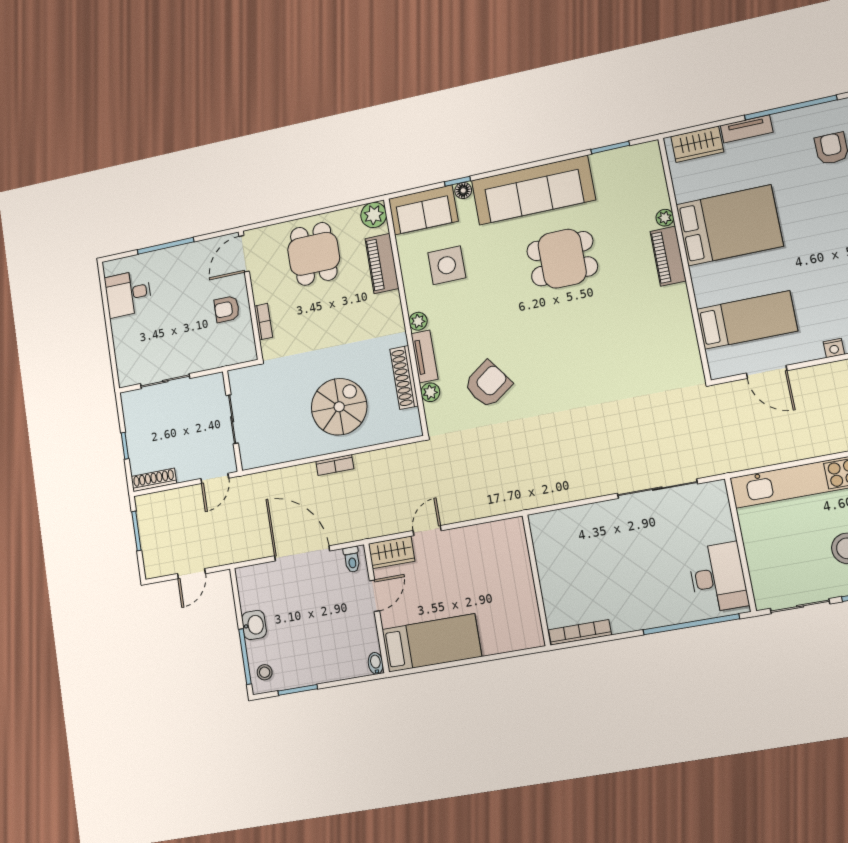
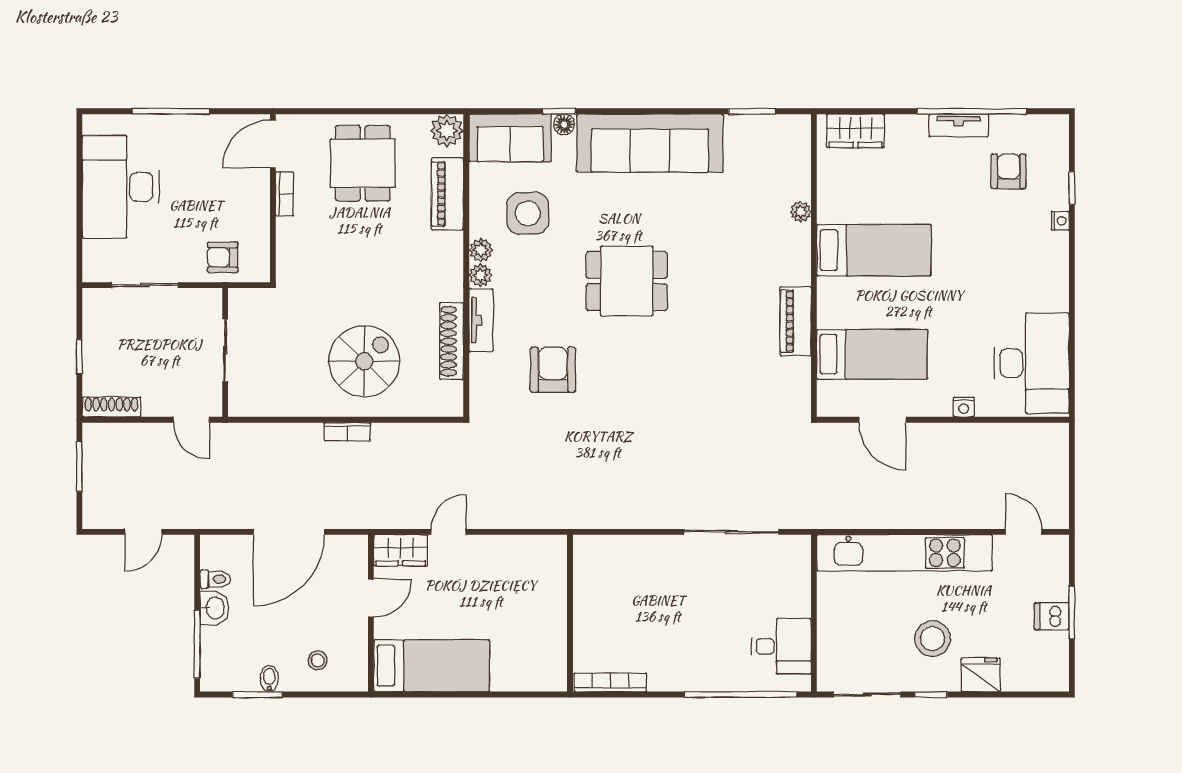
tv unit: (747, 129) -> (959, 125), moved
bed: (729, 225) -> (874, 250), width x0.67
piano: (668, 256) -> (796, 321), moved
dining table: (562, 259) -> (627, 281), moved
desk: (128, 294) -> (121, 187), width x1.87, depth x1.30
armchair: (227, 309) -> (223, 257), moved
bookcase: (263, 322) -> (284, 194), moved
armchair: (488, 384) -> (553, 370), turned -54
plant: (430, 392) -> (481, 250), moved
door: (215, 478) -> (191, 420), hinge flipped
door: (302, 553) -> (289, 532), swing flipped
toilet: (352, 559) -> (215, 579), moved, turned -90
desk: (718, 577) -> (781, 646), width x0.73
bidet: (376, 663) -> (269, 678), moved
stool: (265, 672) -> (318, 660), moved

